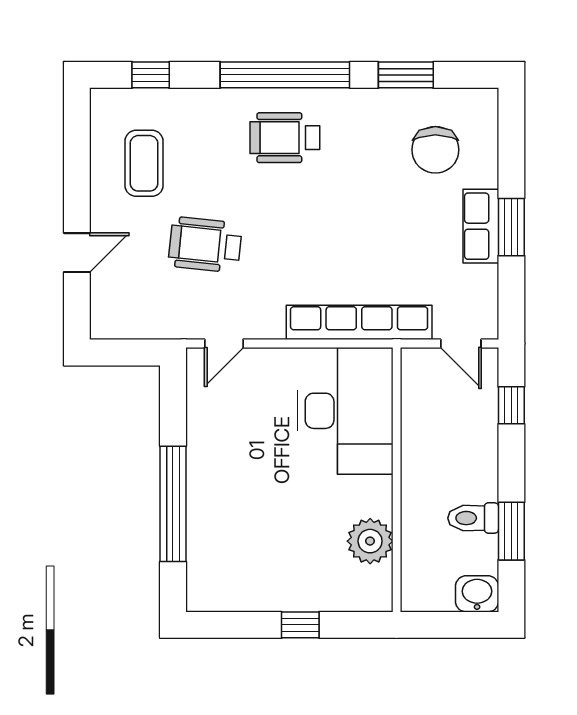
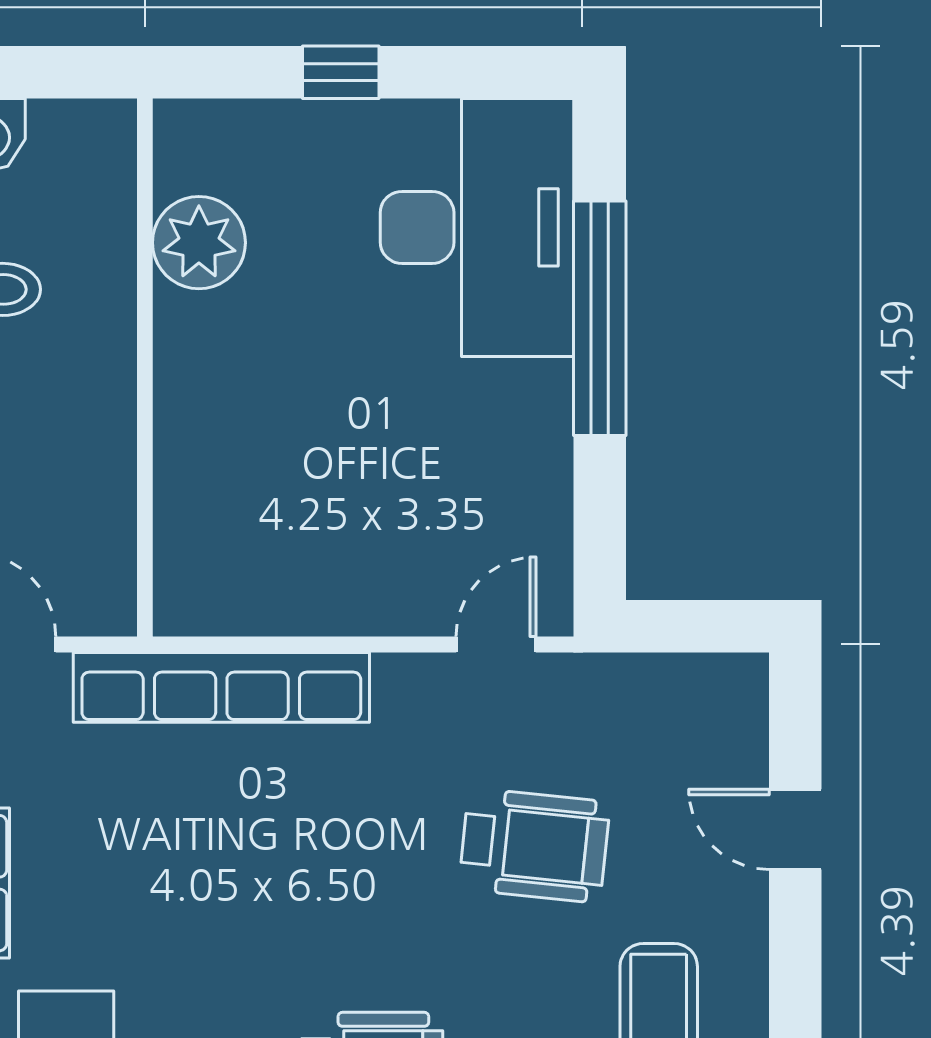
door: (77, 253) -> (795, 829), hinge flipped
desk: (345, 411) -> (477, 227), moved, turned 180

